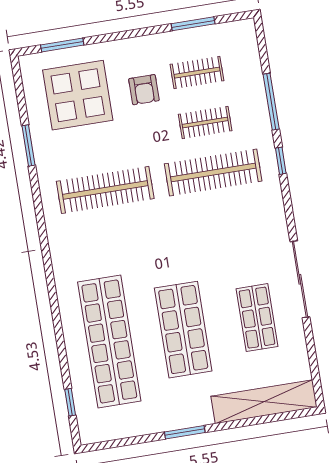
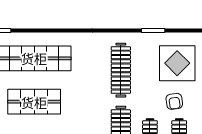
armchair: (144, 90) -> (174, 101), turned -98

